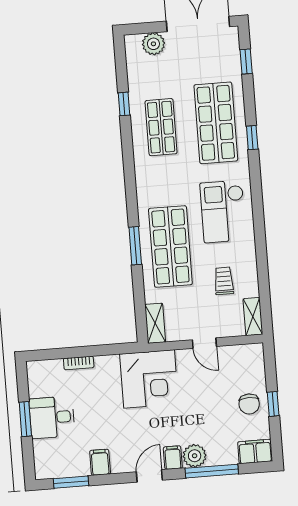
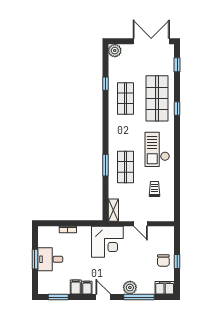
plant: (153, 44) -> (115, 51), moved
shop shelf: (170, 247) -> (126, 167), width x0.70, depth x0.74
shelving: (253, 317) -> (169, 211), removed
filing cabinet: (173, 458) -> (87, 288), moved
door: (149, 476) -> (103, 297), hinge flipped

